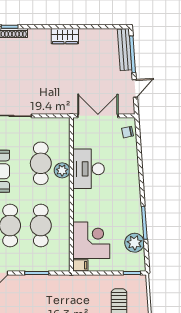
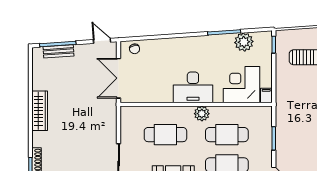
wardrobe: (65, 36) -> (40, 111), width x1.50
bench: (125, 50) -> (59, 51), width x0.73
door: (135, 88) -> (102, 41), moved
desk: (89, 169) -> (193, 87), moved
plant: (62, 170) -> (202, 114), moved

